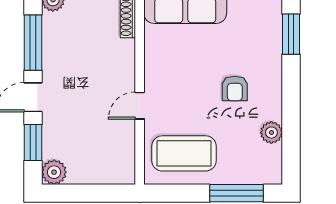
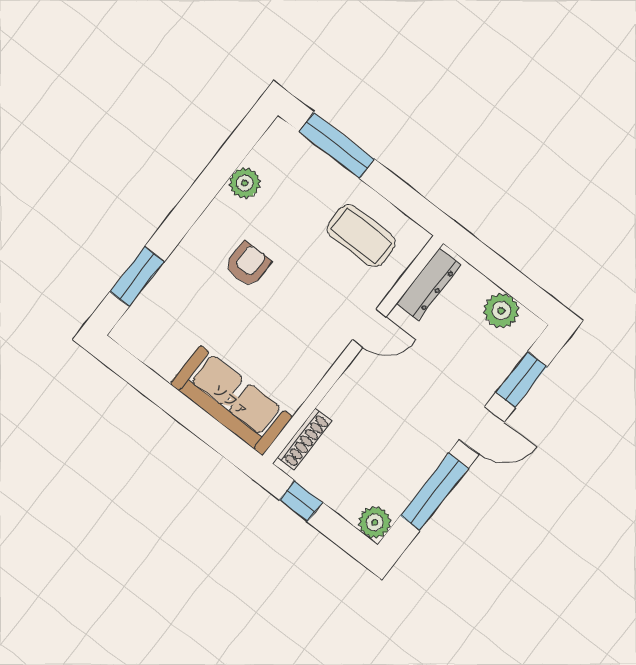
coffee table: (184, 153) -> (361, 236), width x0.73, depth x0.76
dresser: (126, 156) -> (429, 284), added
plant: (54, 172) -> (501, 311), moved

